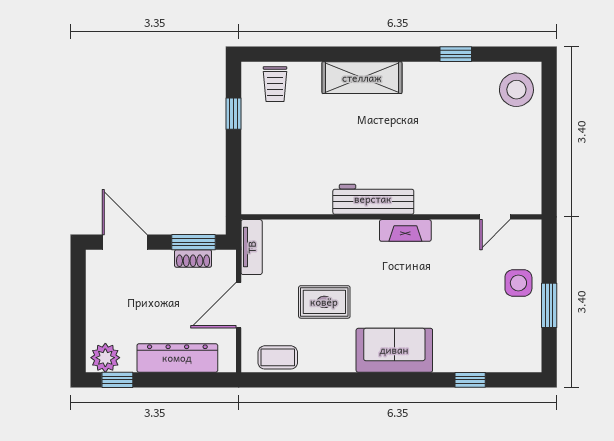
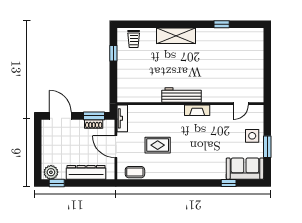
stool: (516, 90) -> (251, 42), removed
door: (239, 305) -> (116, 147), hinge flipped
sofa: (394, 350) -> (245, 169), moved

